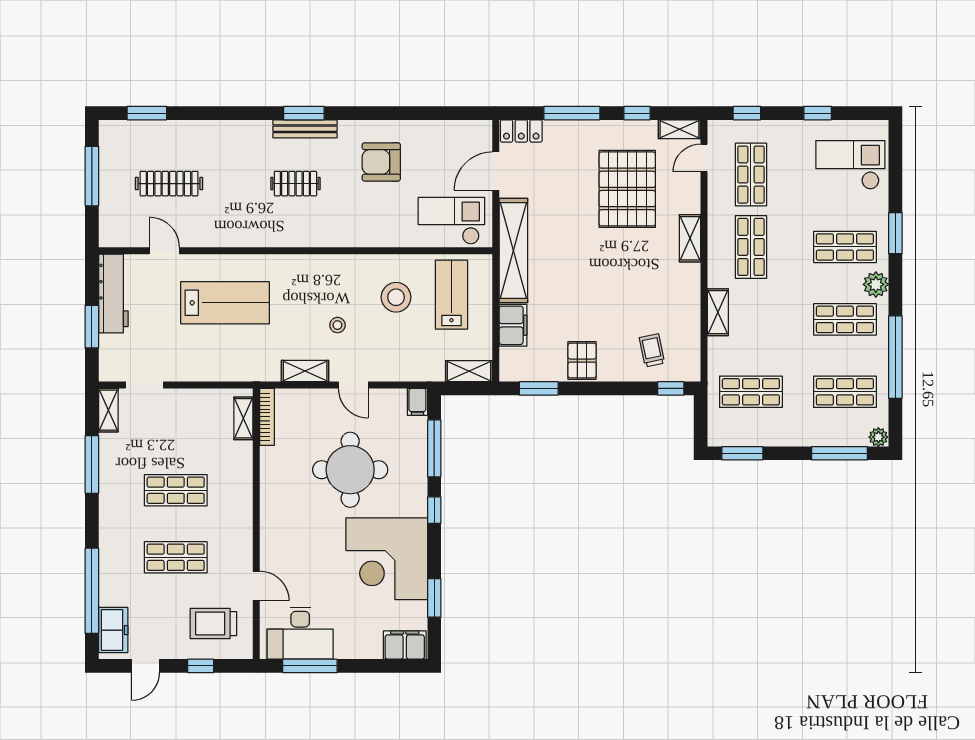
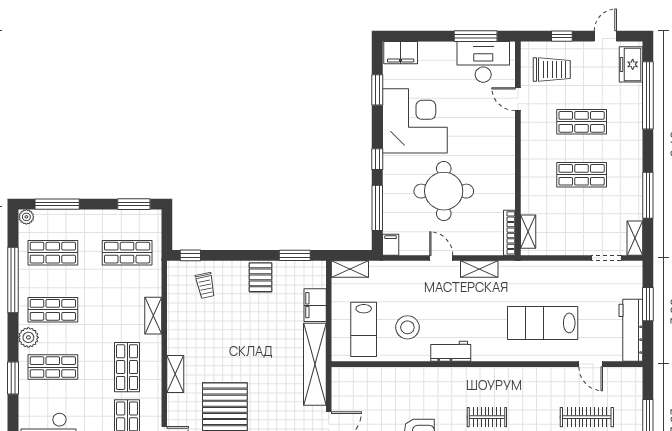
checkout: (451, 221) -> (364, 388), removed
workbench: (341, 267) -> (451, 351), added
stool: (337, 325) -> (454, 305), removed

